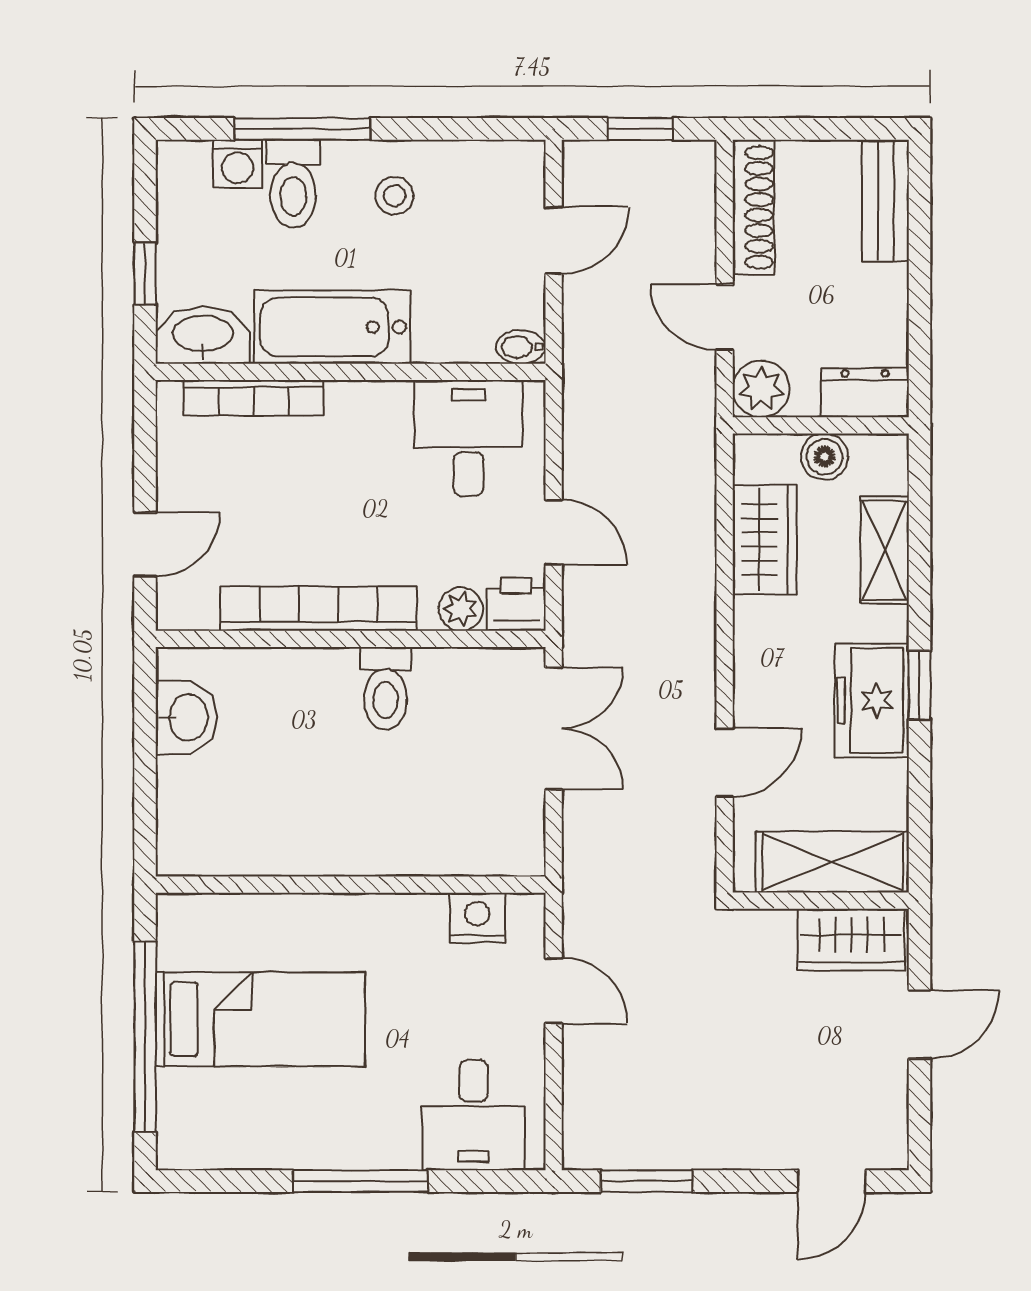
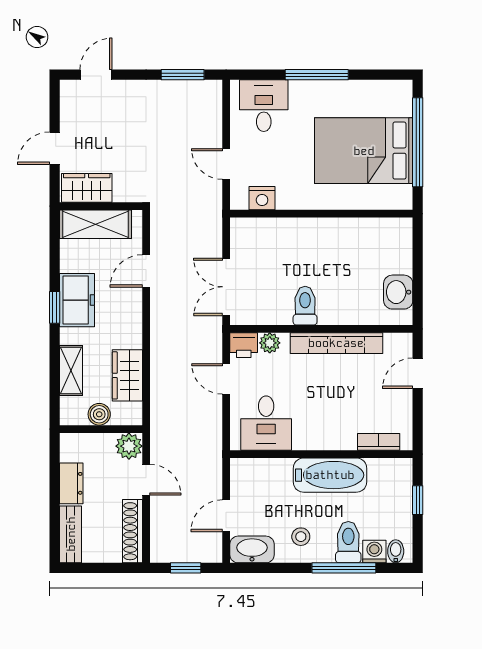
washbasin: (203, 335) -> (252, 549), moved, turned 180
bidet: (521, 347) -> (396, 551), moved, turned -90
dresser: (865, 393) -> (71, 483), moved, turned -90
bookcase: (254, 398) -> (379, 442), width x0.64
bed: (260, 1019) -> (364, 151), width x1.50

